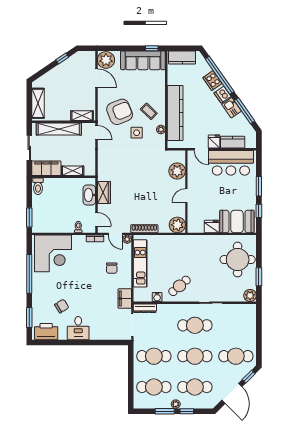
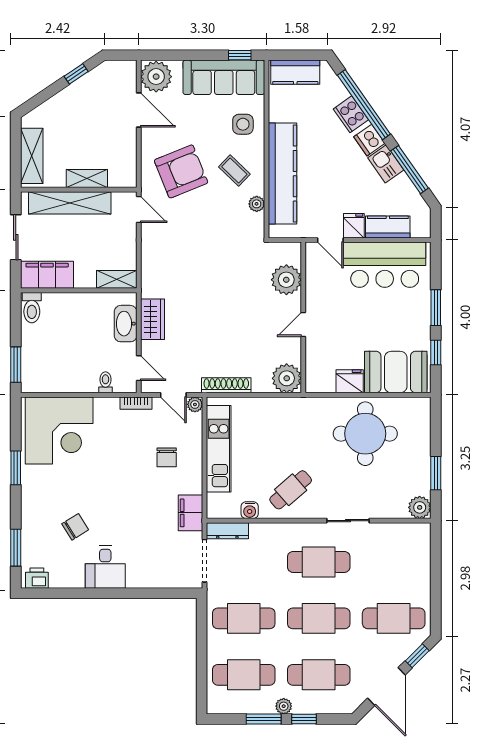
shelving: (82, 116) -> (87, 179), moved
side table: (137, 133) -> (243, 124), moved
shelving: (73, 171) -> (117, 279), moved
round table: (238, 260) -> (365, 434), moved
window: (29, 274) -> (16, 468), width x0.47
printer: (46, 332) -> (37, 578), width x0.53, depth x0.68

